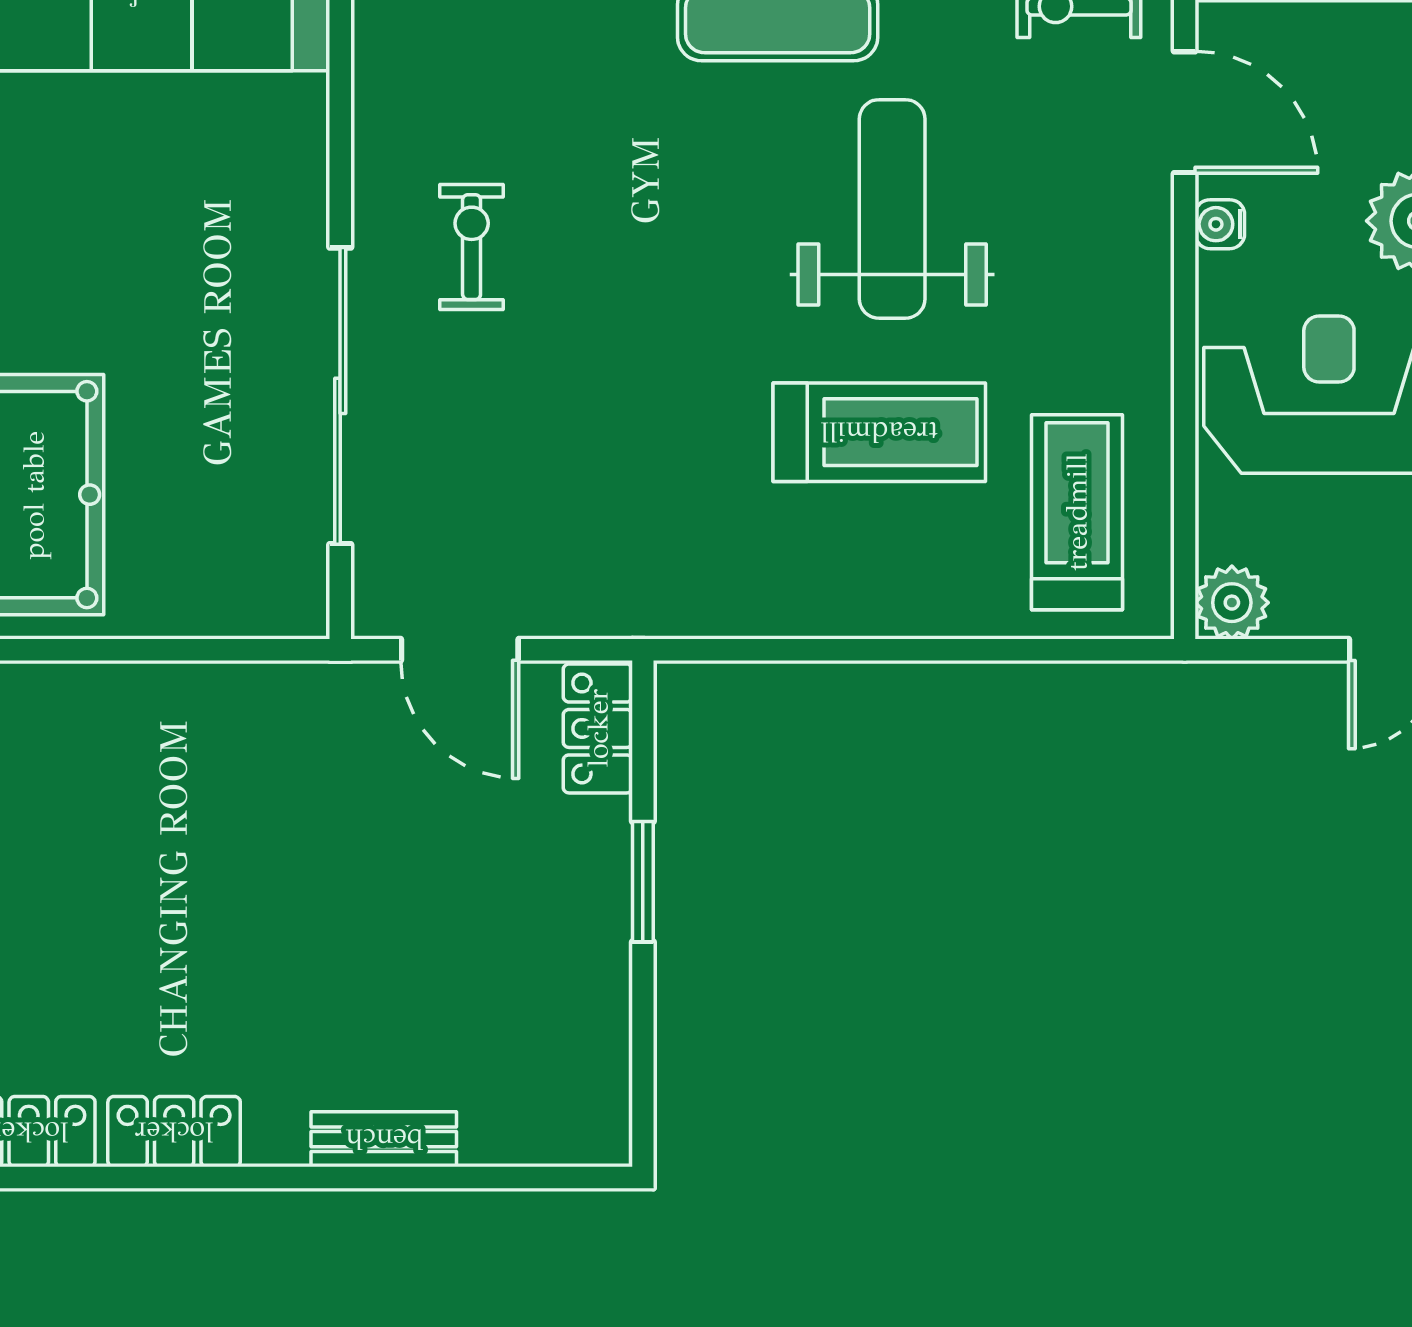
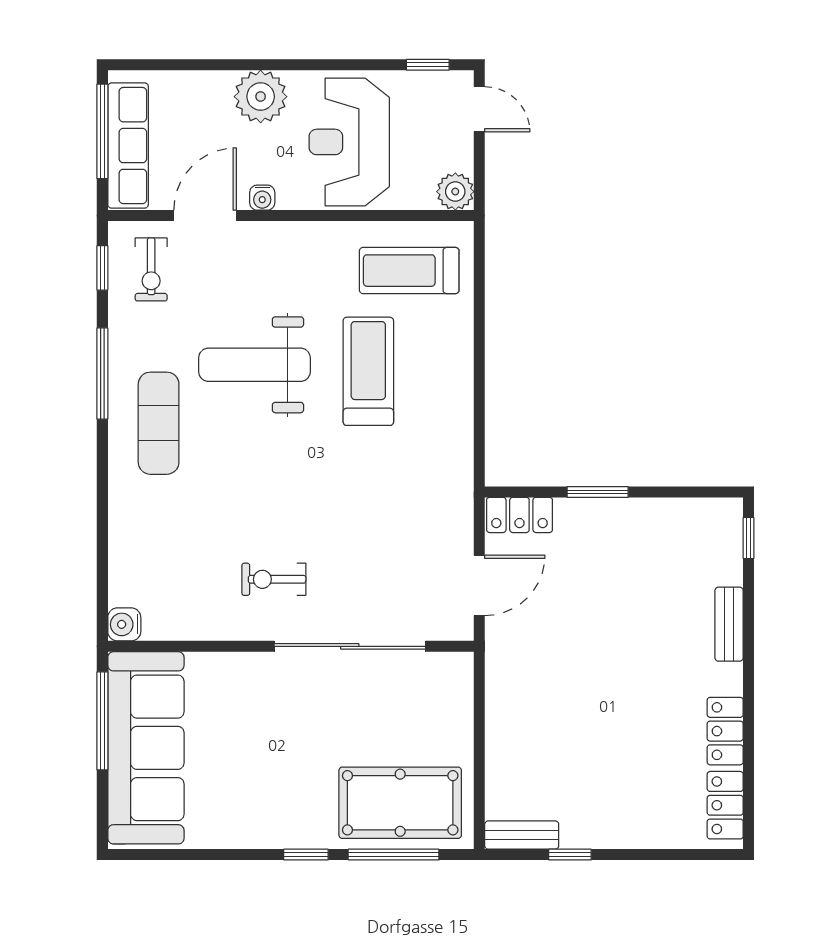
window: (553, 1178) -> (749, 538), added

